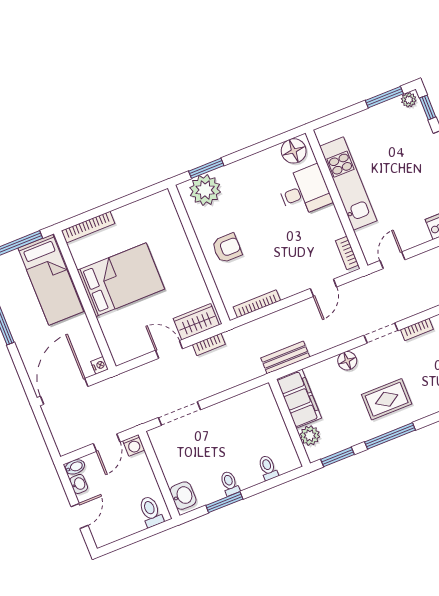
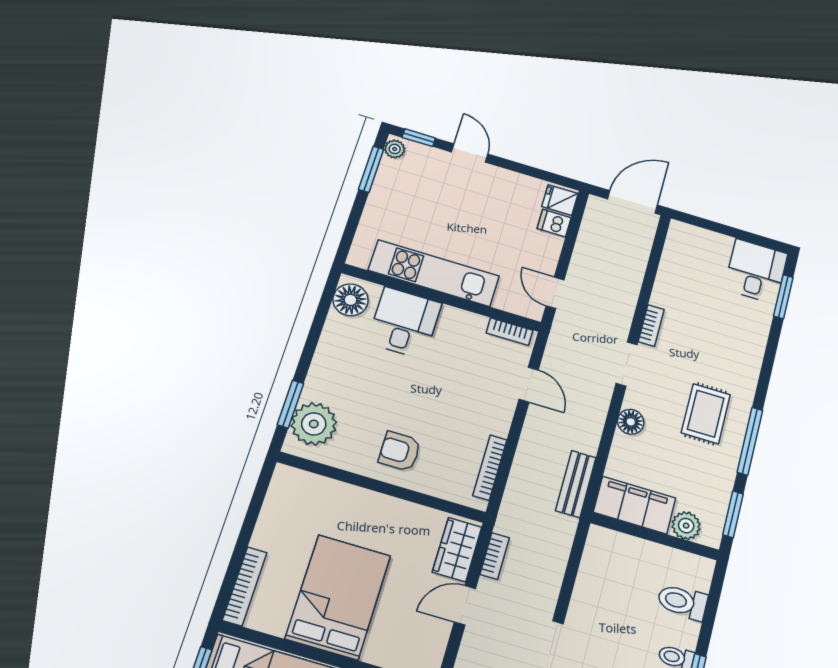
armchair: (227, 248) -> (400, 451), turned -90
toilet: (268, 468) -> (682, 602), width x1.37, depth x1.39

